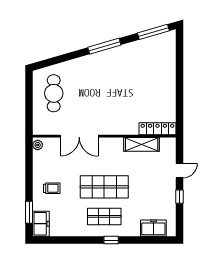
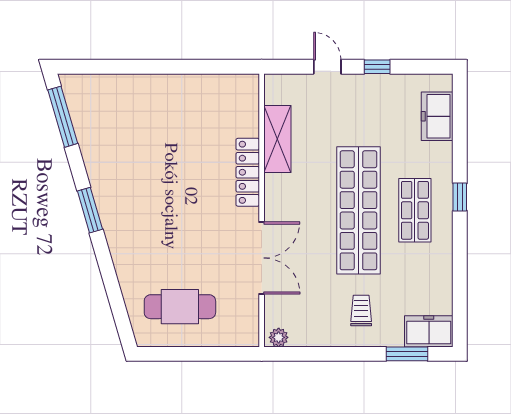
window: (104, 46) -> (90, 210), width x0.69
locker: (157, 129) -> (248, 172), moved
shop shelf: (104, 187) -> (358, 210), width x1.40

